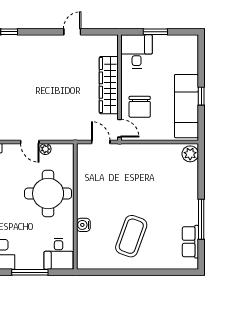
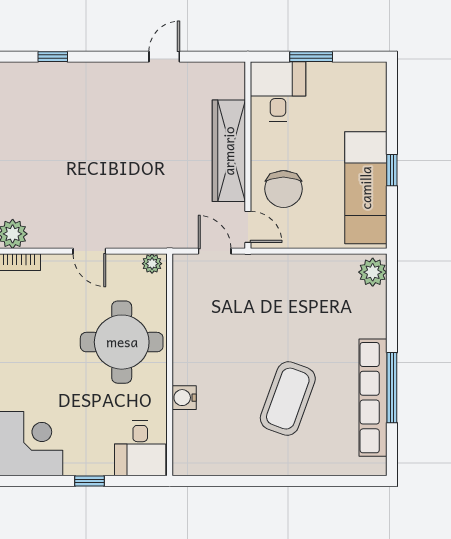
plant: (45, 149) -> (152, 264), moved
coffee table: (131, 236) -> (288, 399), moved
row of seats: (190, 242) -> (373, 398), width x2.02
window: (30, 272) -> (90, 481), width x0.46

